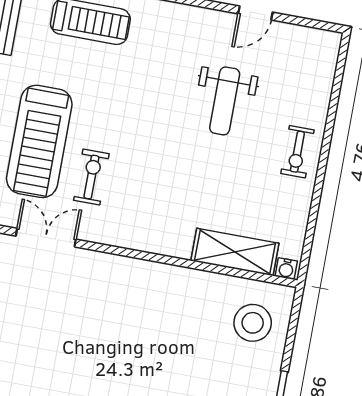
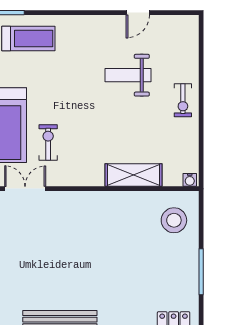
weight bench: (225, 101) -> (128, 75), turned 90
shelving: (235, 252) -> (133, 175), moved

